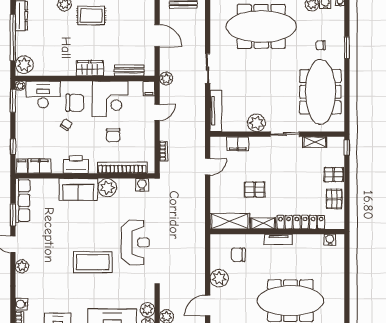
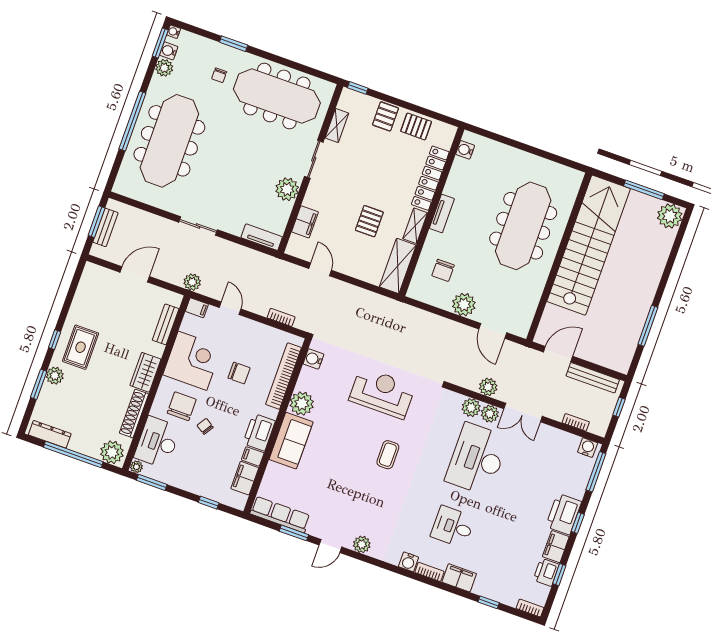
shoe rack: (58, 70) -> (134, 414), added
tv unit: (216, 111) -> (262, 237), width x0.71
filing cabinet: (22, 166) -> (253, 456), moved
coffee table: (93, 262) -> (388, 455), width x0.54, depth x0.58

